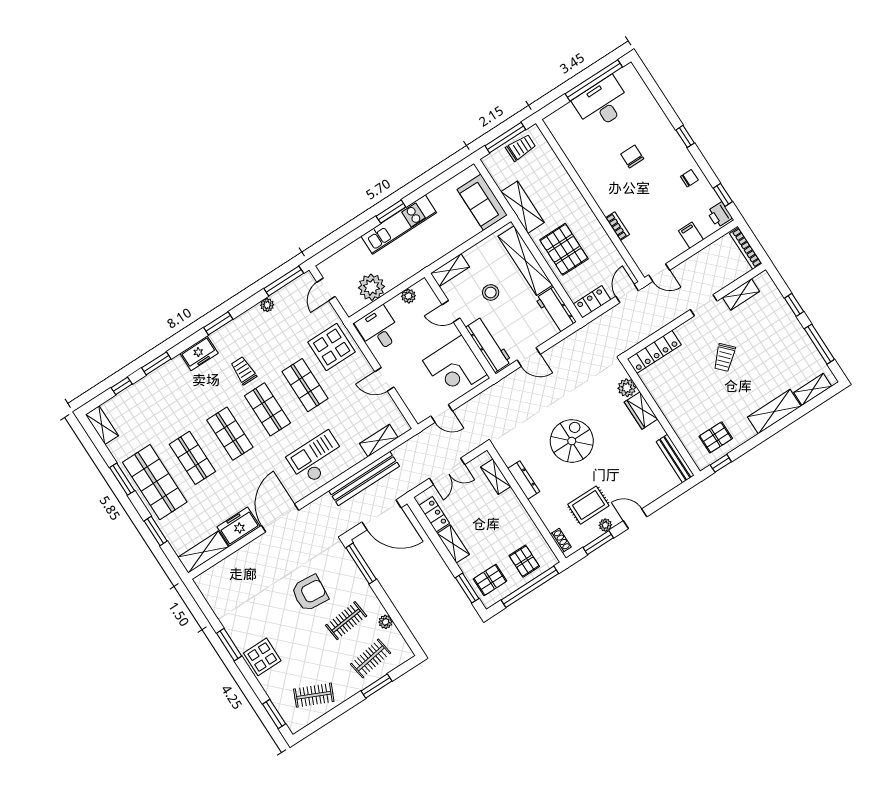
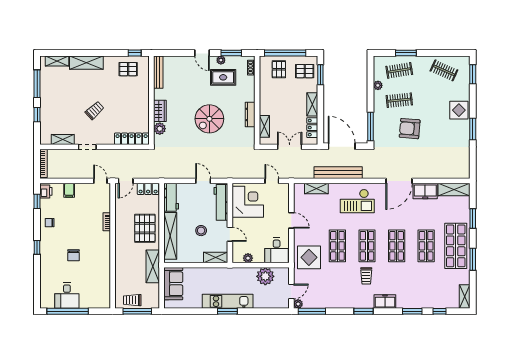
desk: (602, 103) -> (67, 296), width x0.73
plant: (267, 305) -> (298, 304), moved

